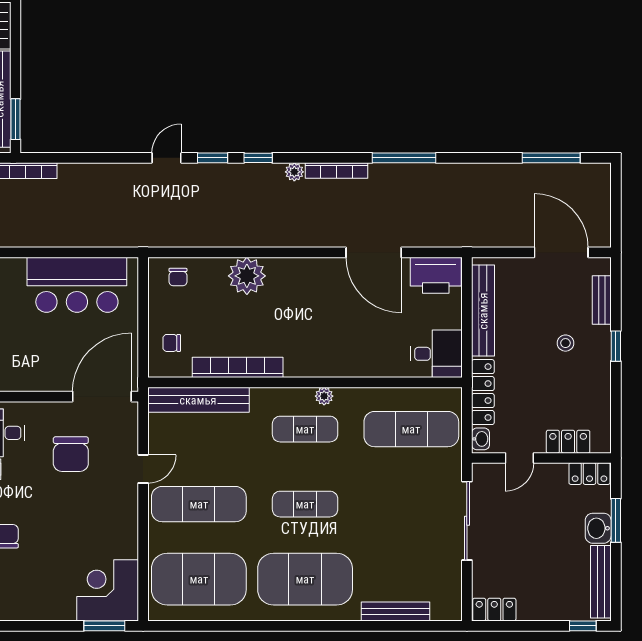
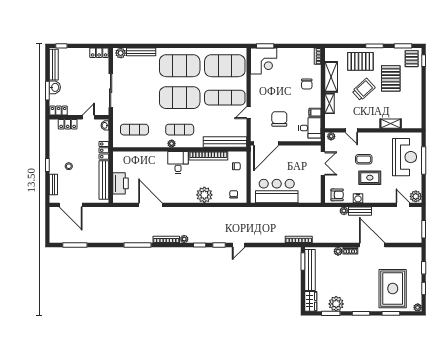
printer: (436, 275) -> (120, 183), moved, turned 90
desk: (436, 354) -> (178, 162), moved, turned 90
locker: (483, 392) -> (104, 150), width x0.66
exercise mat: (411, 429) -> (134, 130), width x0.73, depth x0.69
exercise mat: (305, 504) -> (180, 98), width x2.00, depth x1.45
plant: (444, 609) -> (121, 53), added

